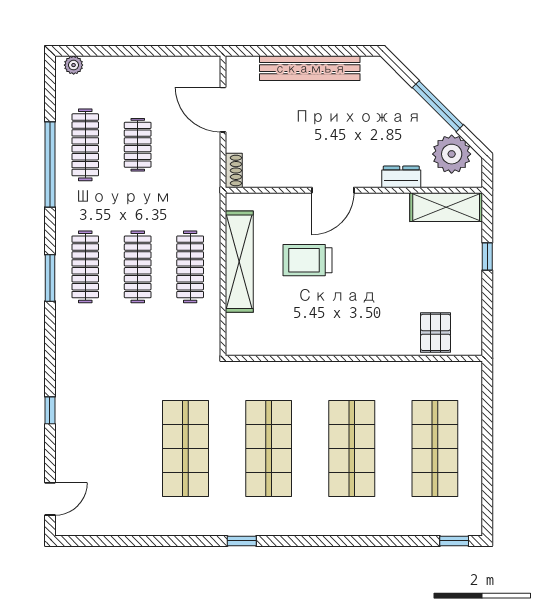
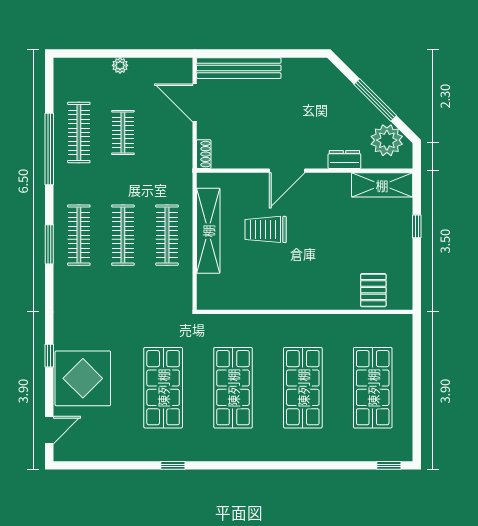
plant: (74, 65) -> (120, 65), moved
bench: (310, 68) -> (239, 68), moved
display table: (90, 437) -> (83, 378), added
window: (242, 541) -> (173, 465), moved

